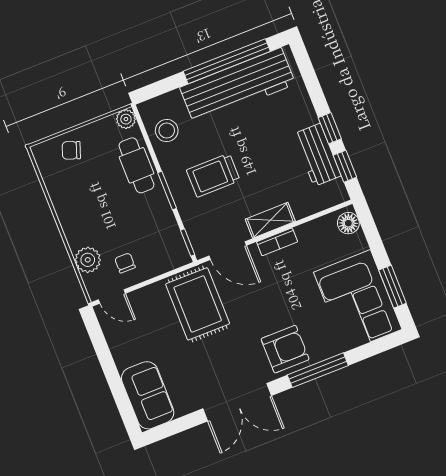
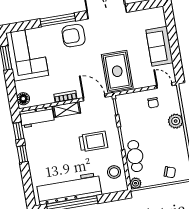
workbench: (317, 155) -> (37, 117), moved, turned 90
plant: (88, 260) -> (176, 121), moved
sofa: (148, 395) -> (159, 46), moved

